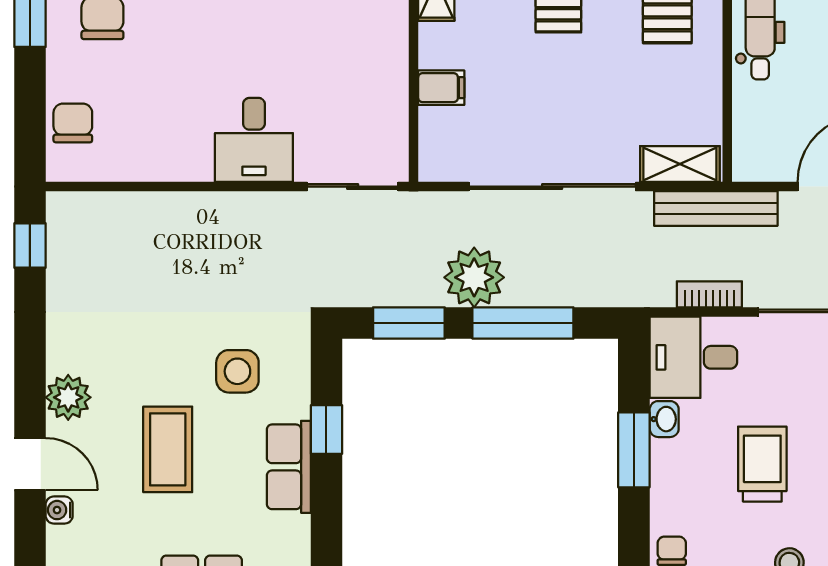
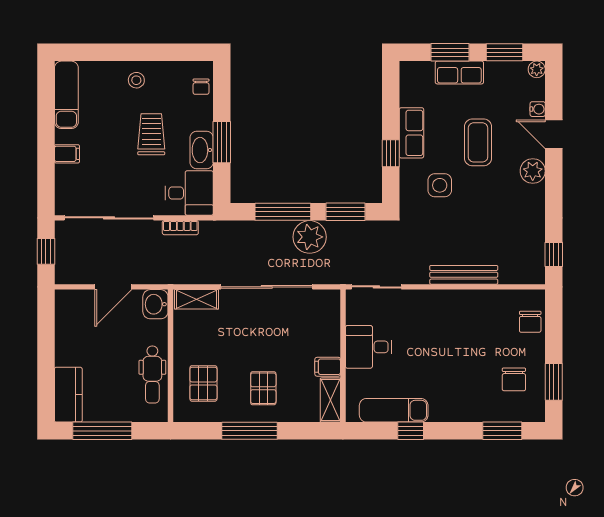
filing cabinet: (441, 88) -> (328, 367), moved
desk: (254, 140) -> (369, 347), moved, turned -90
washbasin: (755, 155) -> (155, 304), added
bench: (716, 209) -> (464, 275), moved
washbasin: (664, 419) -> (202, 150), width x1.91, depth x1.45
trolley: (762, 464) -> (151, 134), turned 180

